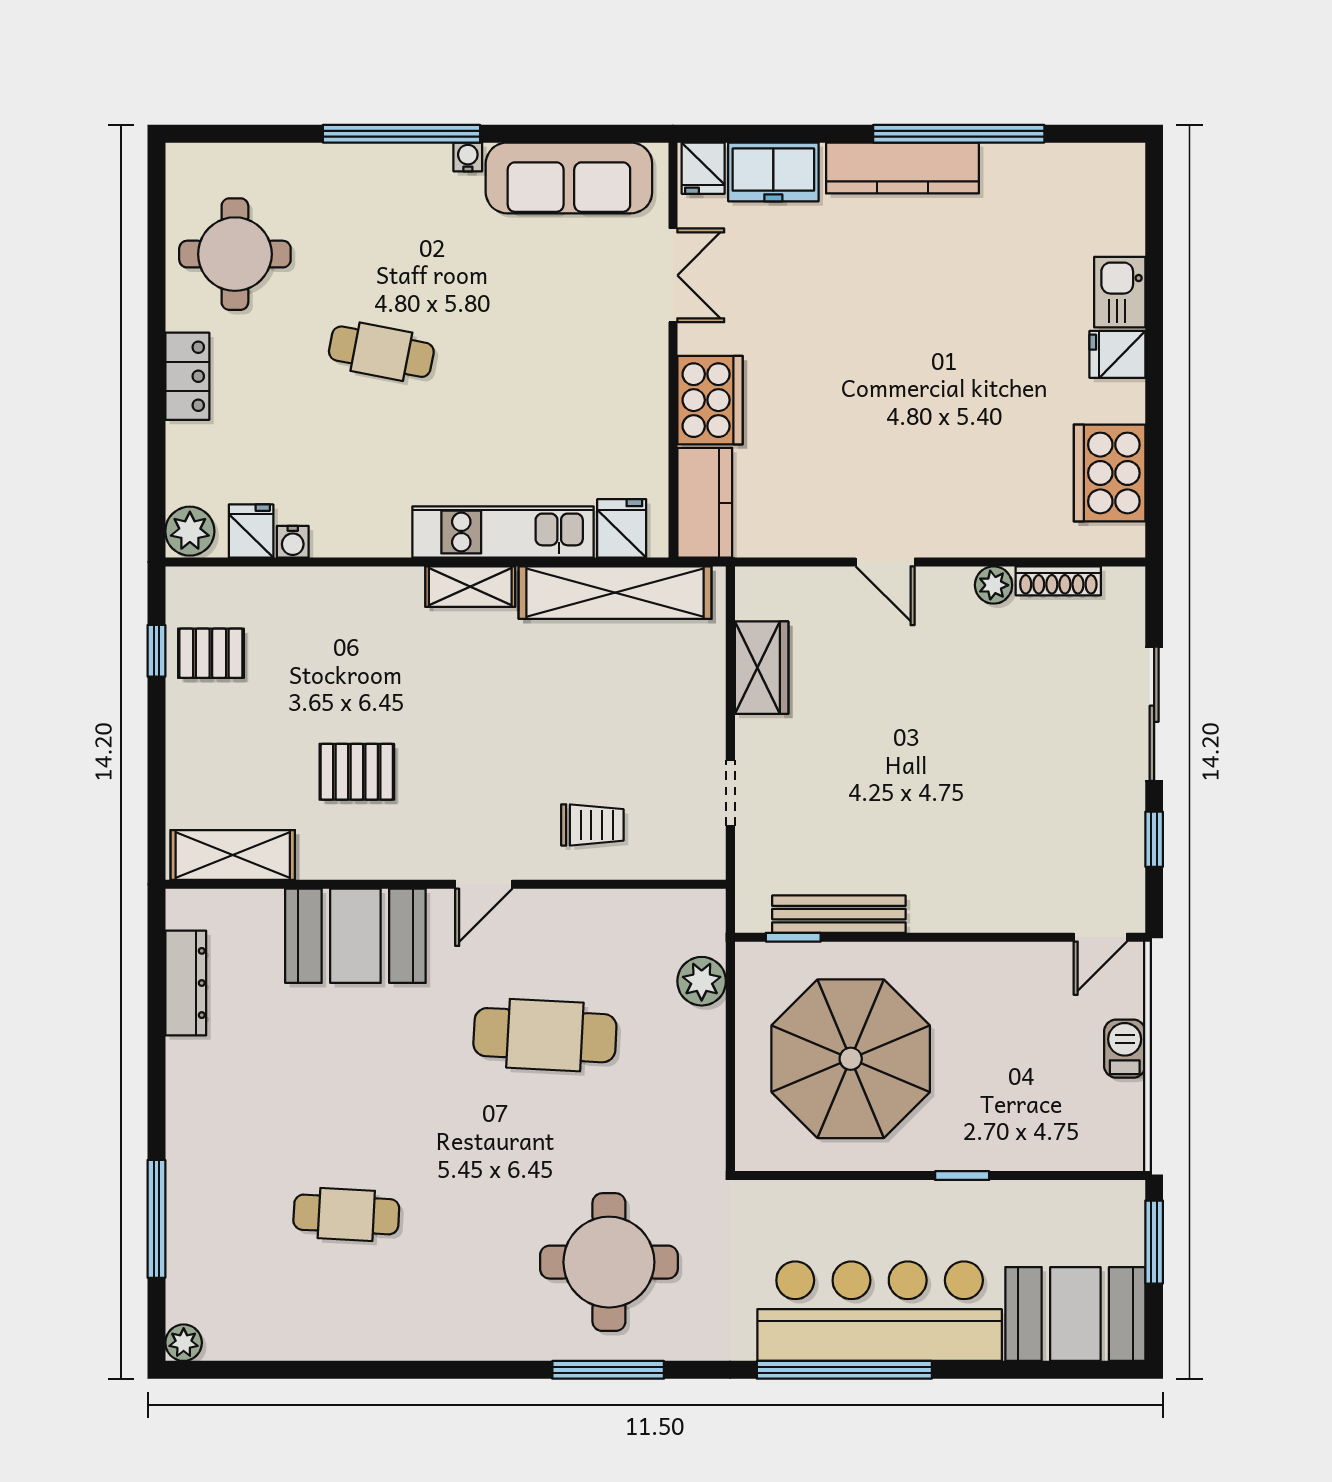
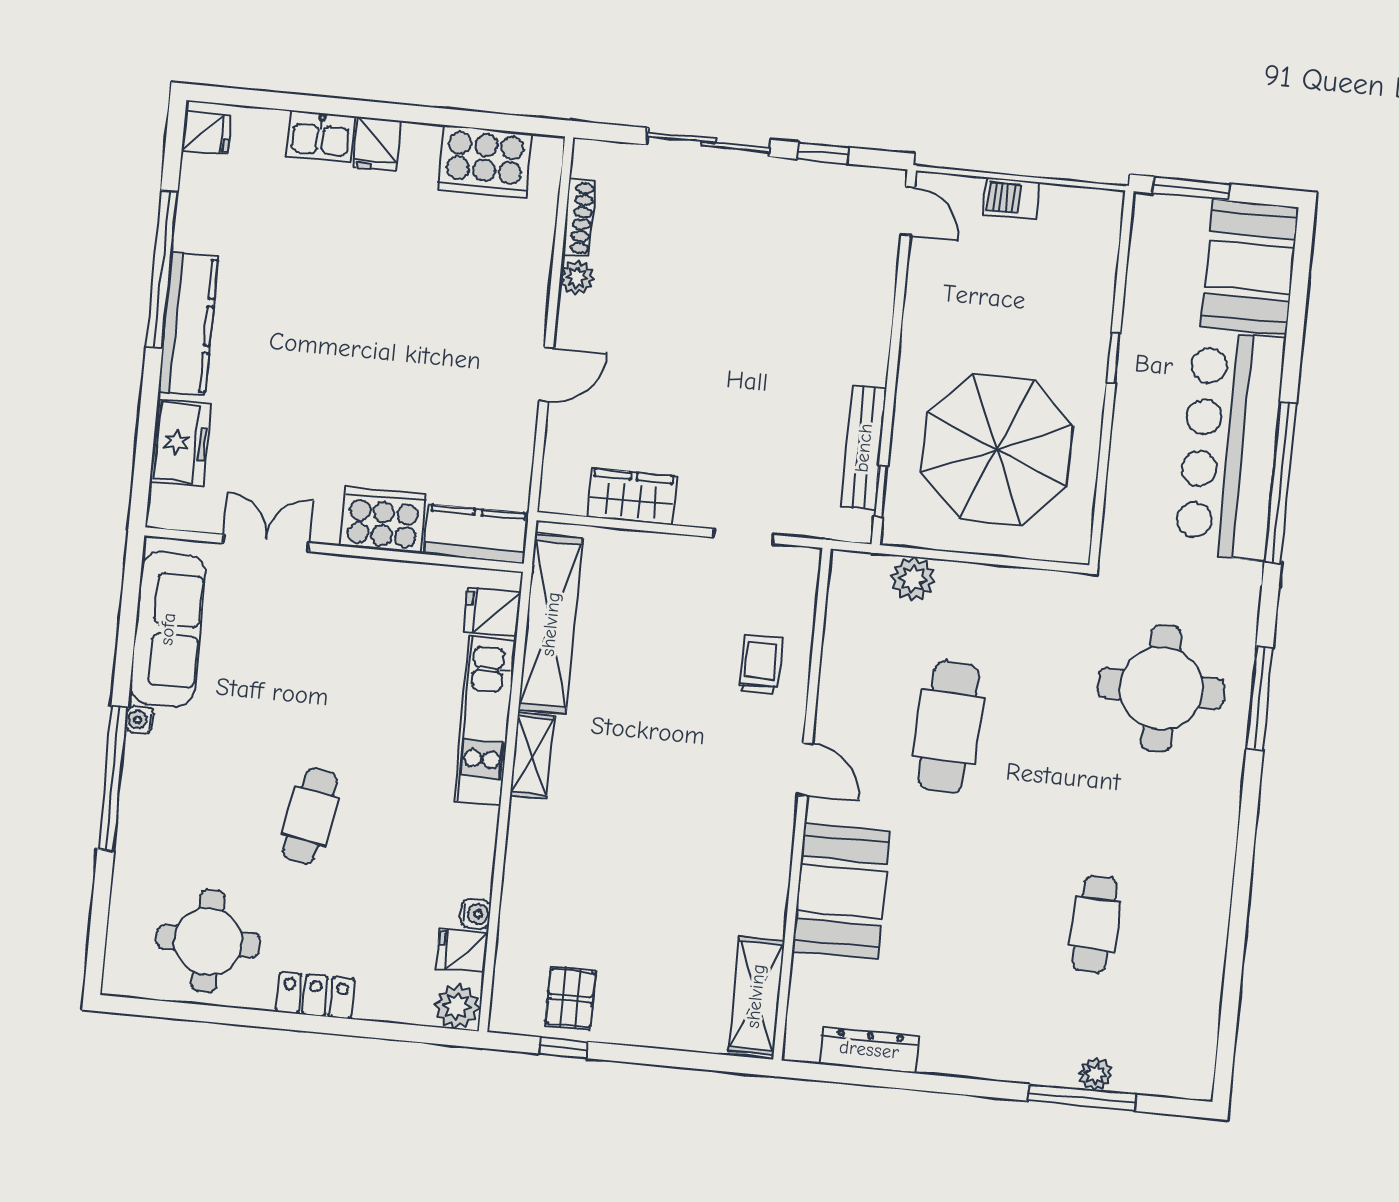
fridge: (703, 168) -> (207, 133), moved
pallet: (357, 772) -> (691, 875), removed
plant: (184, 1343) -> (1095, 1074), moved

